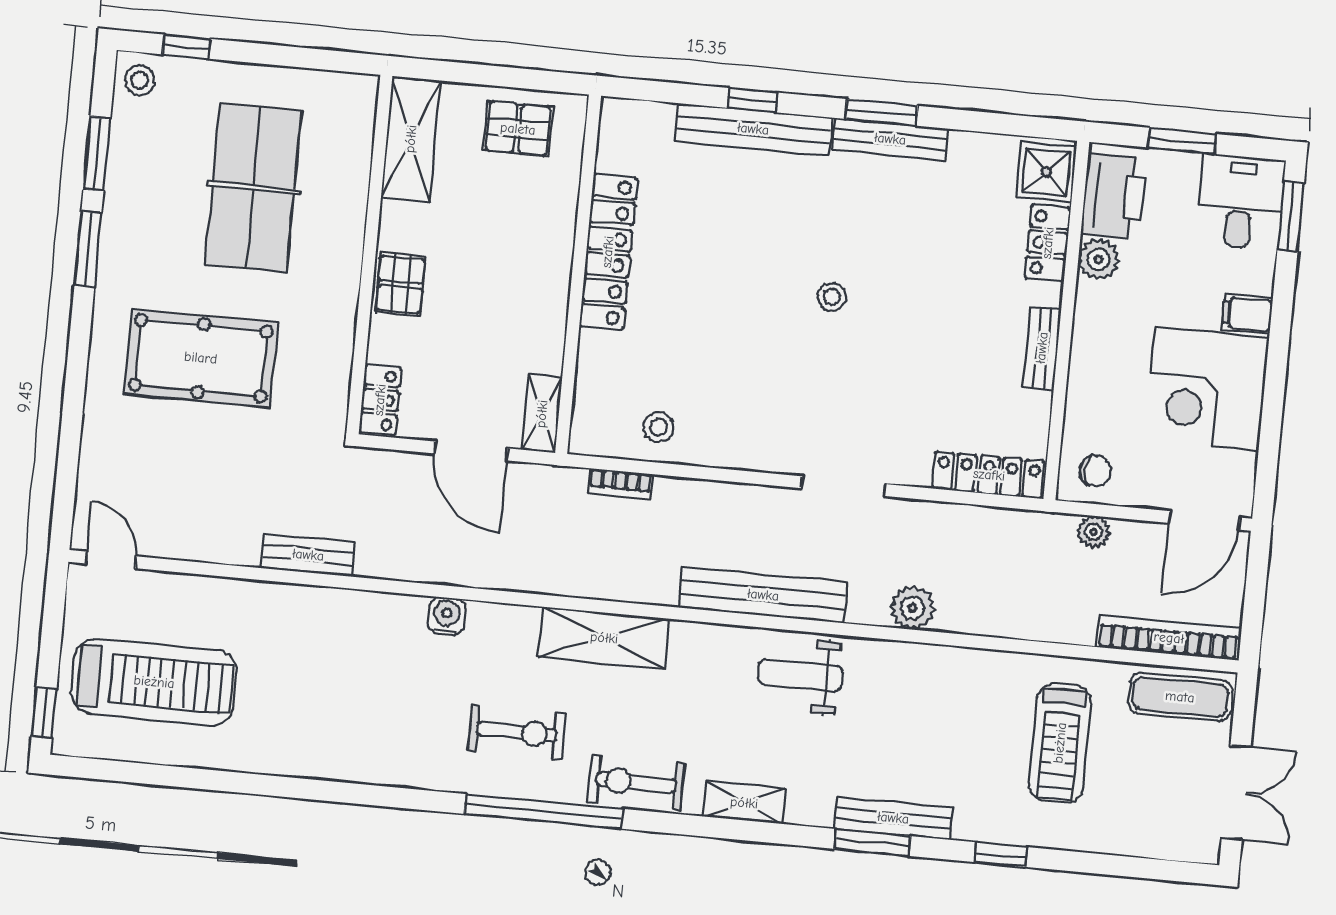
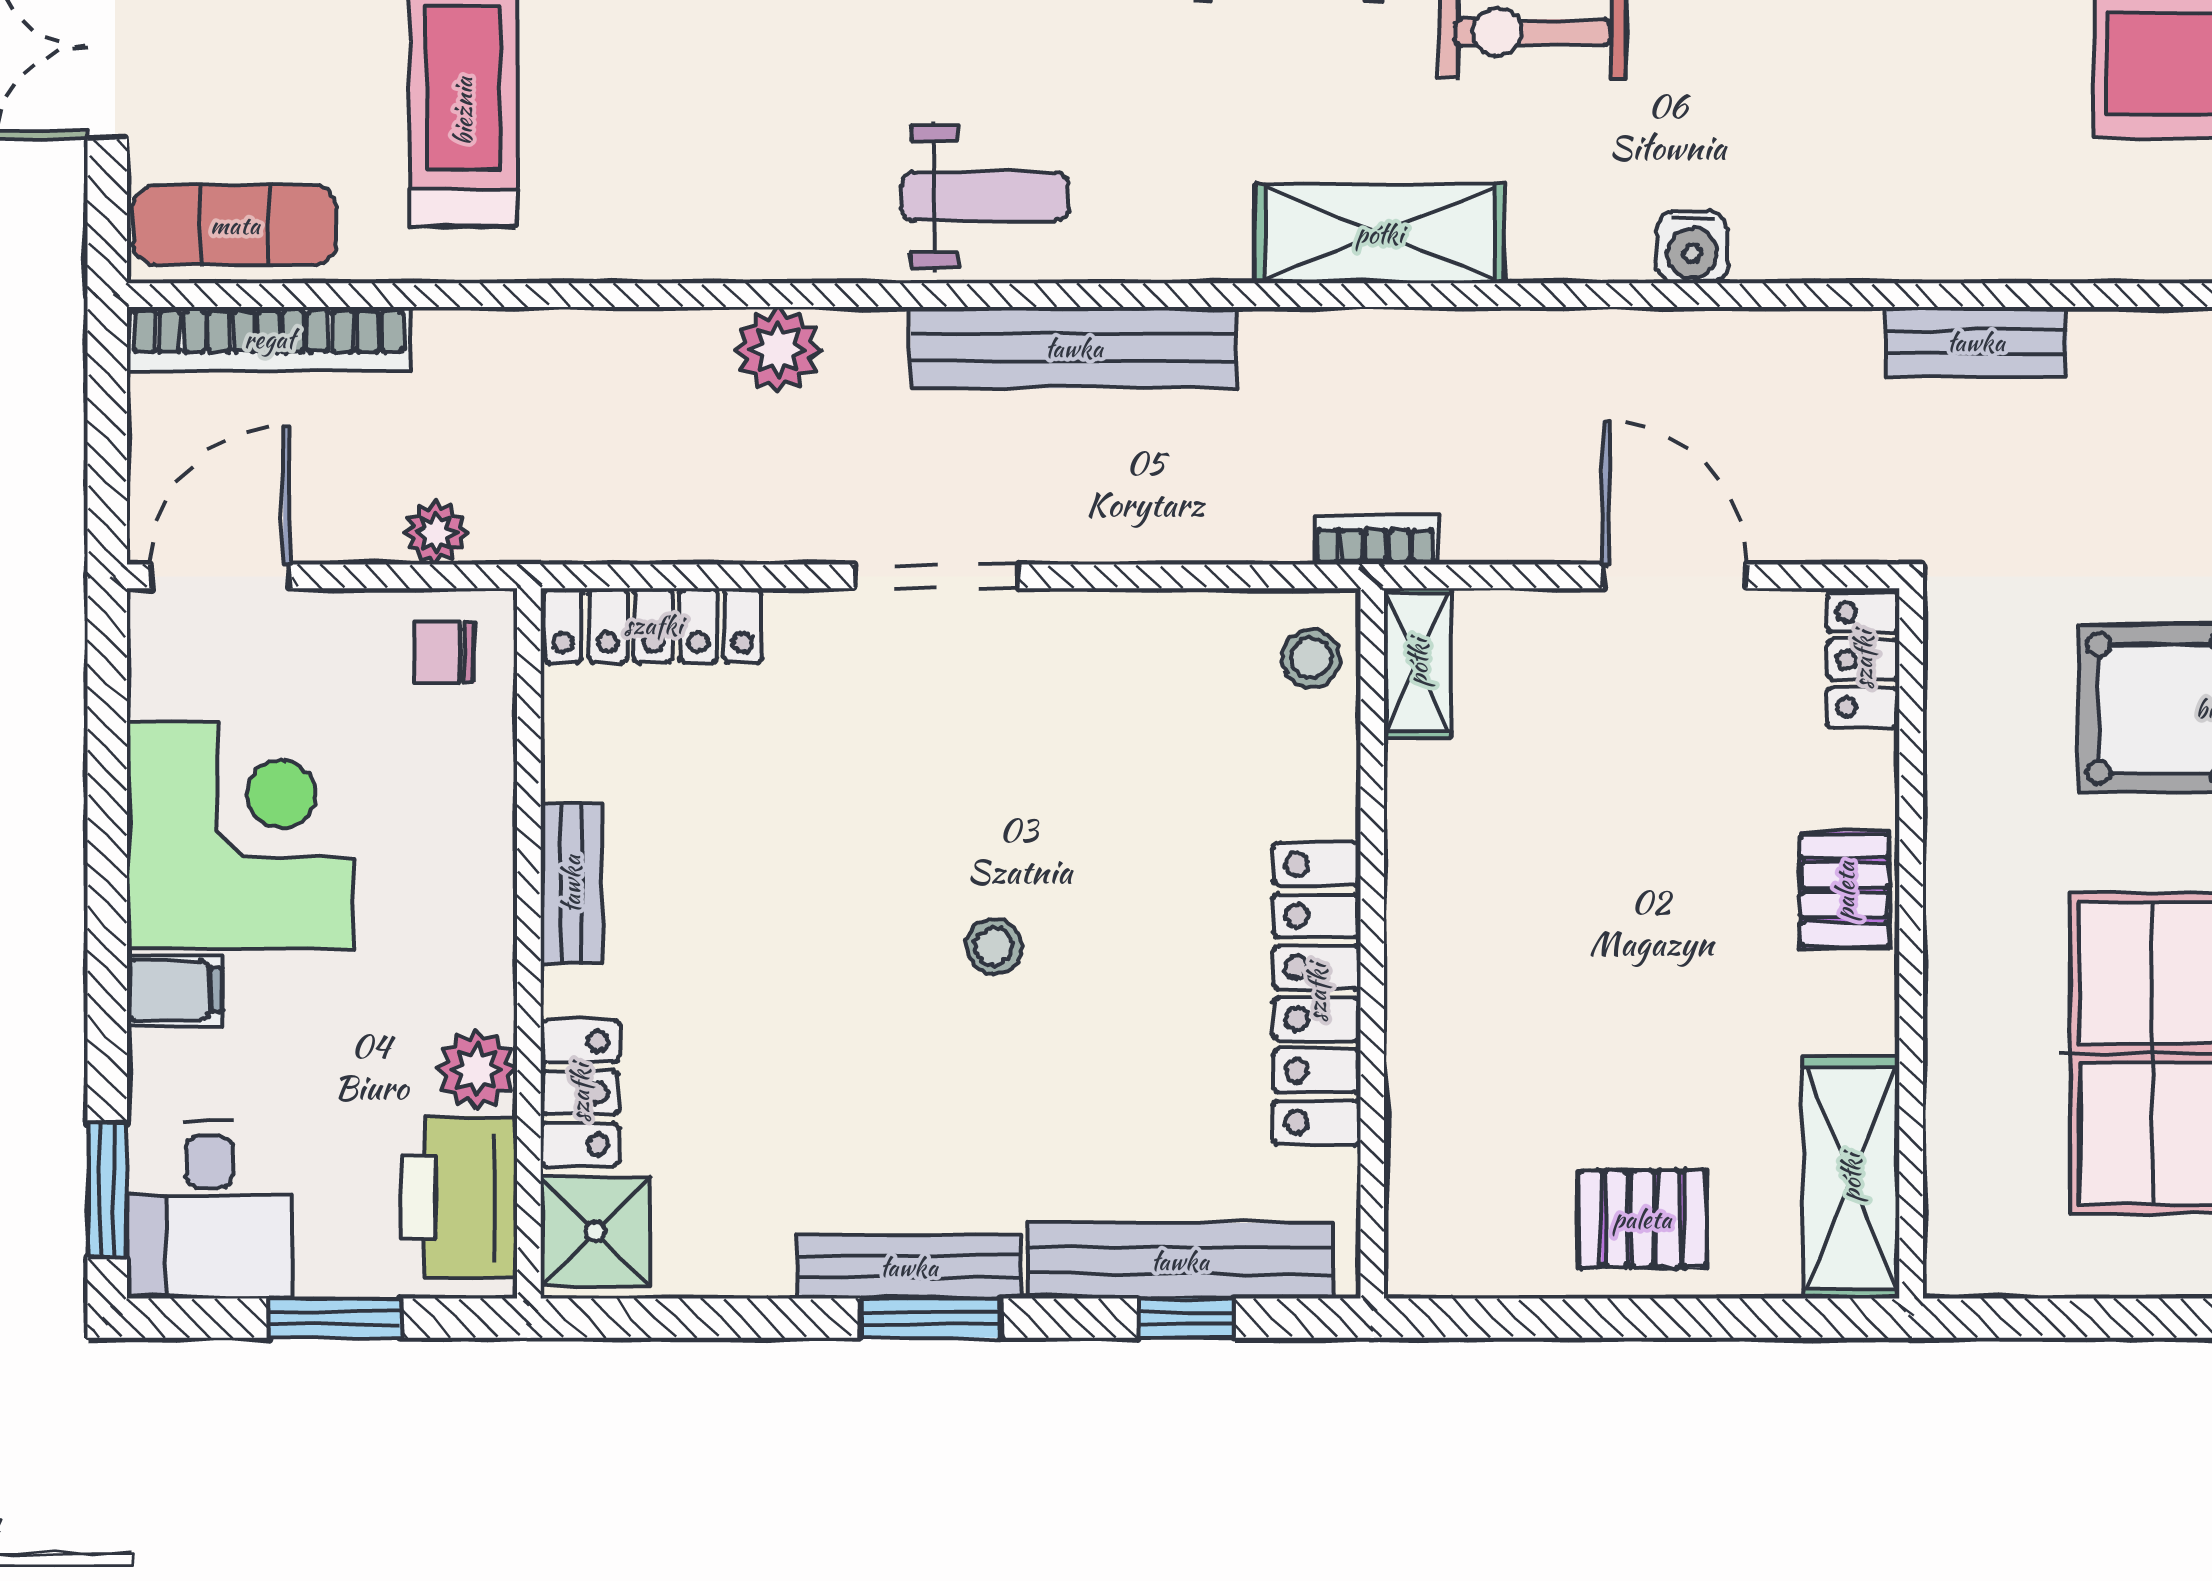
locker: (608, 252) -> (1317, 993), moved
wall: (578, 274) -> (1372, 943), moved
shelving: (542, 414) -> (1418, 663), moved

